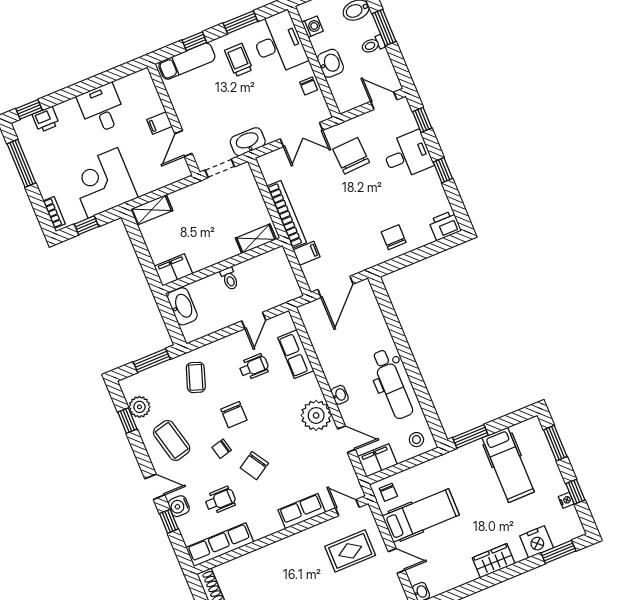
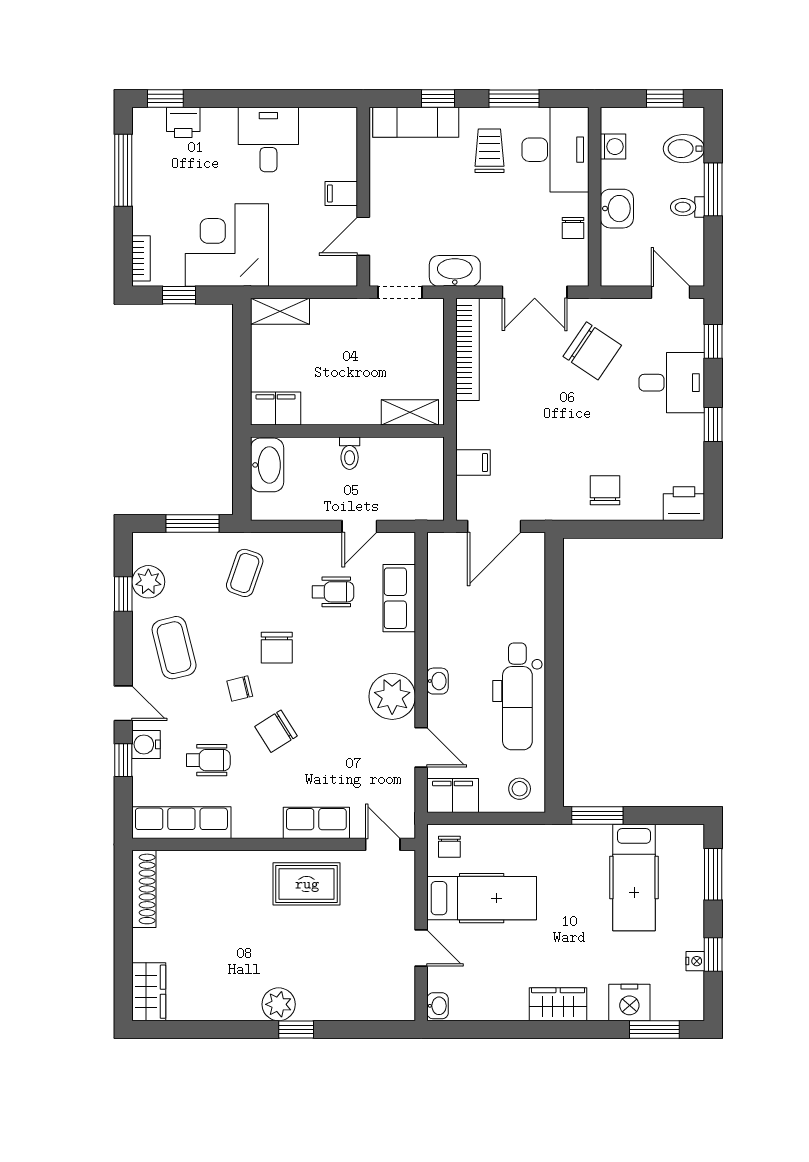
chair: (351, 156) -> (592, 351), turned 127
bookcase: (287, 214) -> (467, 349), moved
rug: (350, 551) -> (307, 884), moved

